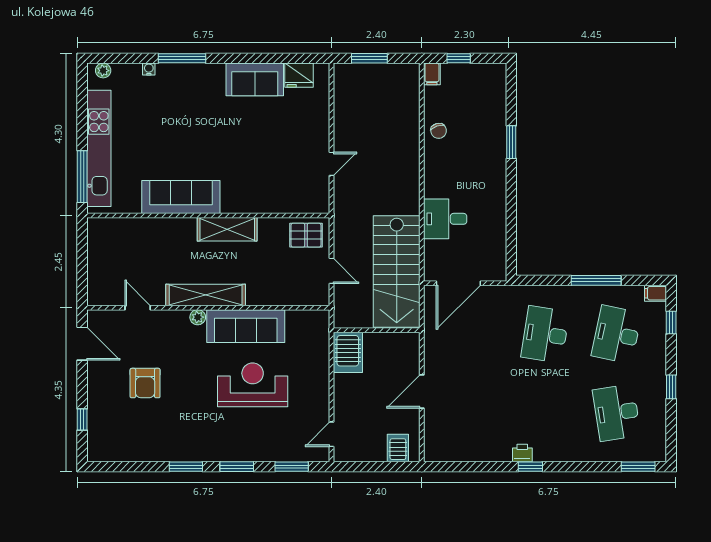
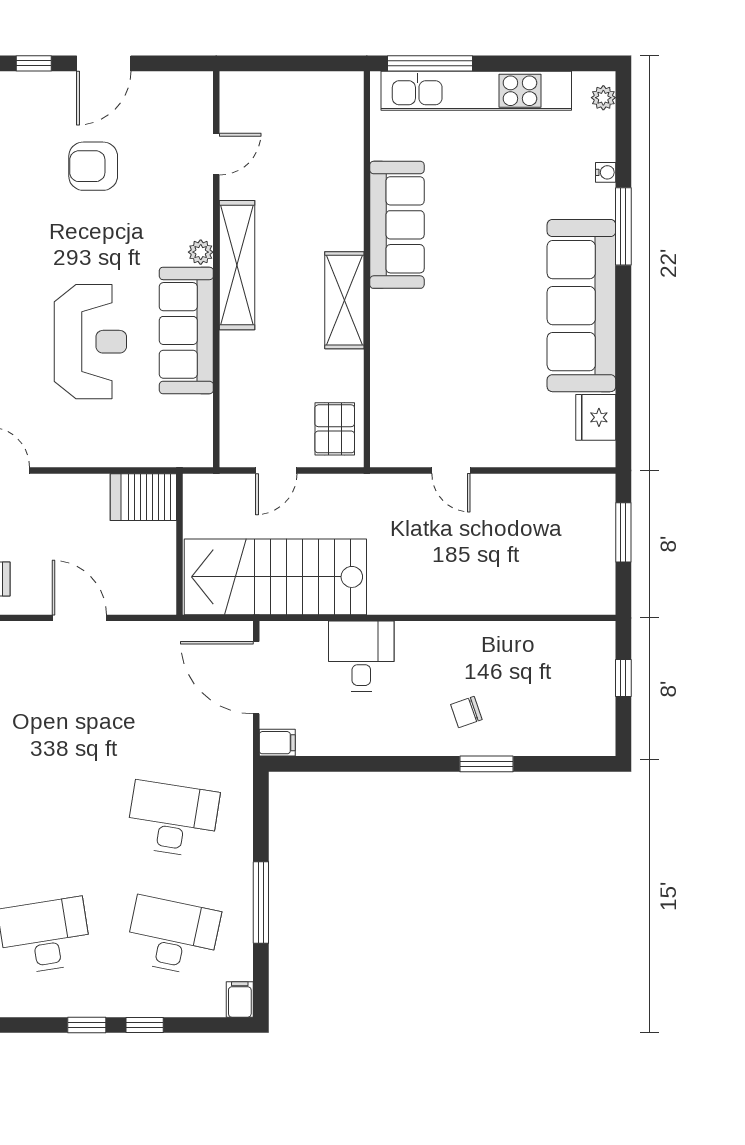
filing cabinet: (432, 74) -> (277, 743), moved, turned 180
sofa: (255, 79) -> (581, 306), width x1.85, depth x1.27
chair: (439, 131) -> (466, 712), moved
window: (671, 323) -> (145, 1025), moved
door: (82, 344) -> (104, 63), moved

